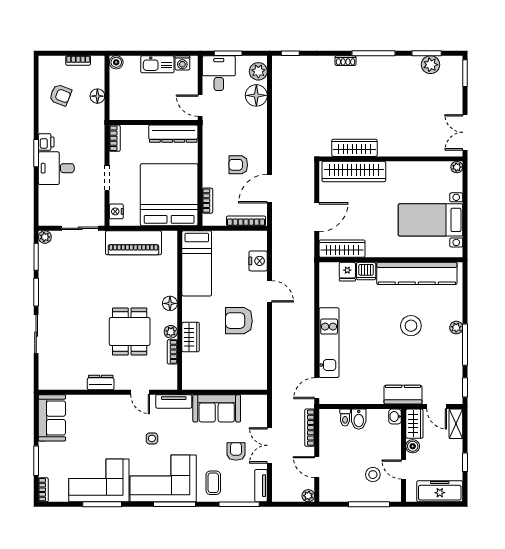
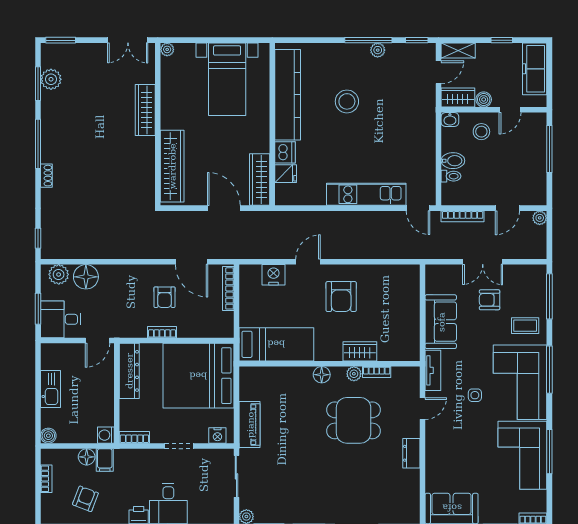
washing machine: (182, 63) -> (106, 435), moved, turned 180
filing cabinet: (95, 112) -> (105, 460), added
wardrobe: (354, 148) -> (145, 110), moved
bookcase: (208, 201) -> (162, 332), moved
piano: (133, 243) -> (250, 425), width x0.73, depth x0.75
plant: (456, 328) -> (378, 50), moved
kitchen counter: (403, 395) -> (425, 110), removed
stool: (373, 475) -> (481, 132), moved
tv unit: (261, 486) -> (528, 272), removed

